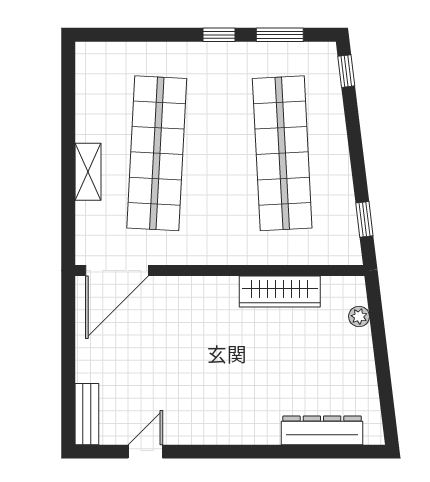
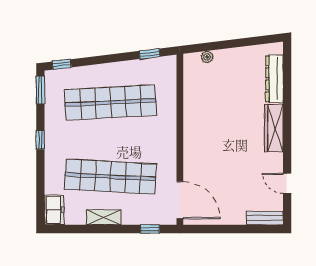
window: (280, 35) -> (40, 90), moved
freezer: (101, 58) -> (54, 210), added
shelving: (88, 172) -> (104, 217), moved
window: (68, 220) -> (150, 229), added
wardrobe: (280, 291) -> (274, 128), moved, turned 180

